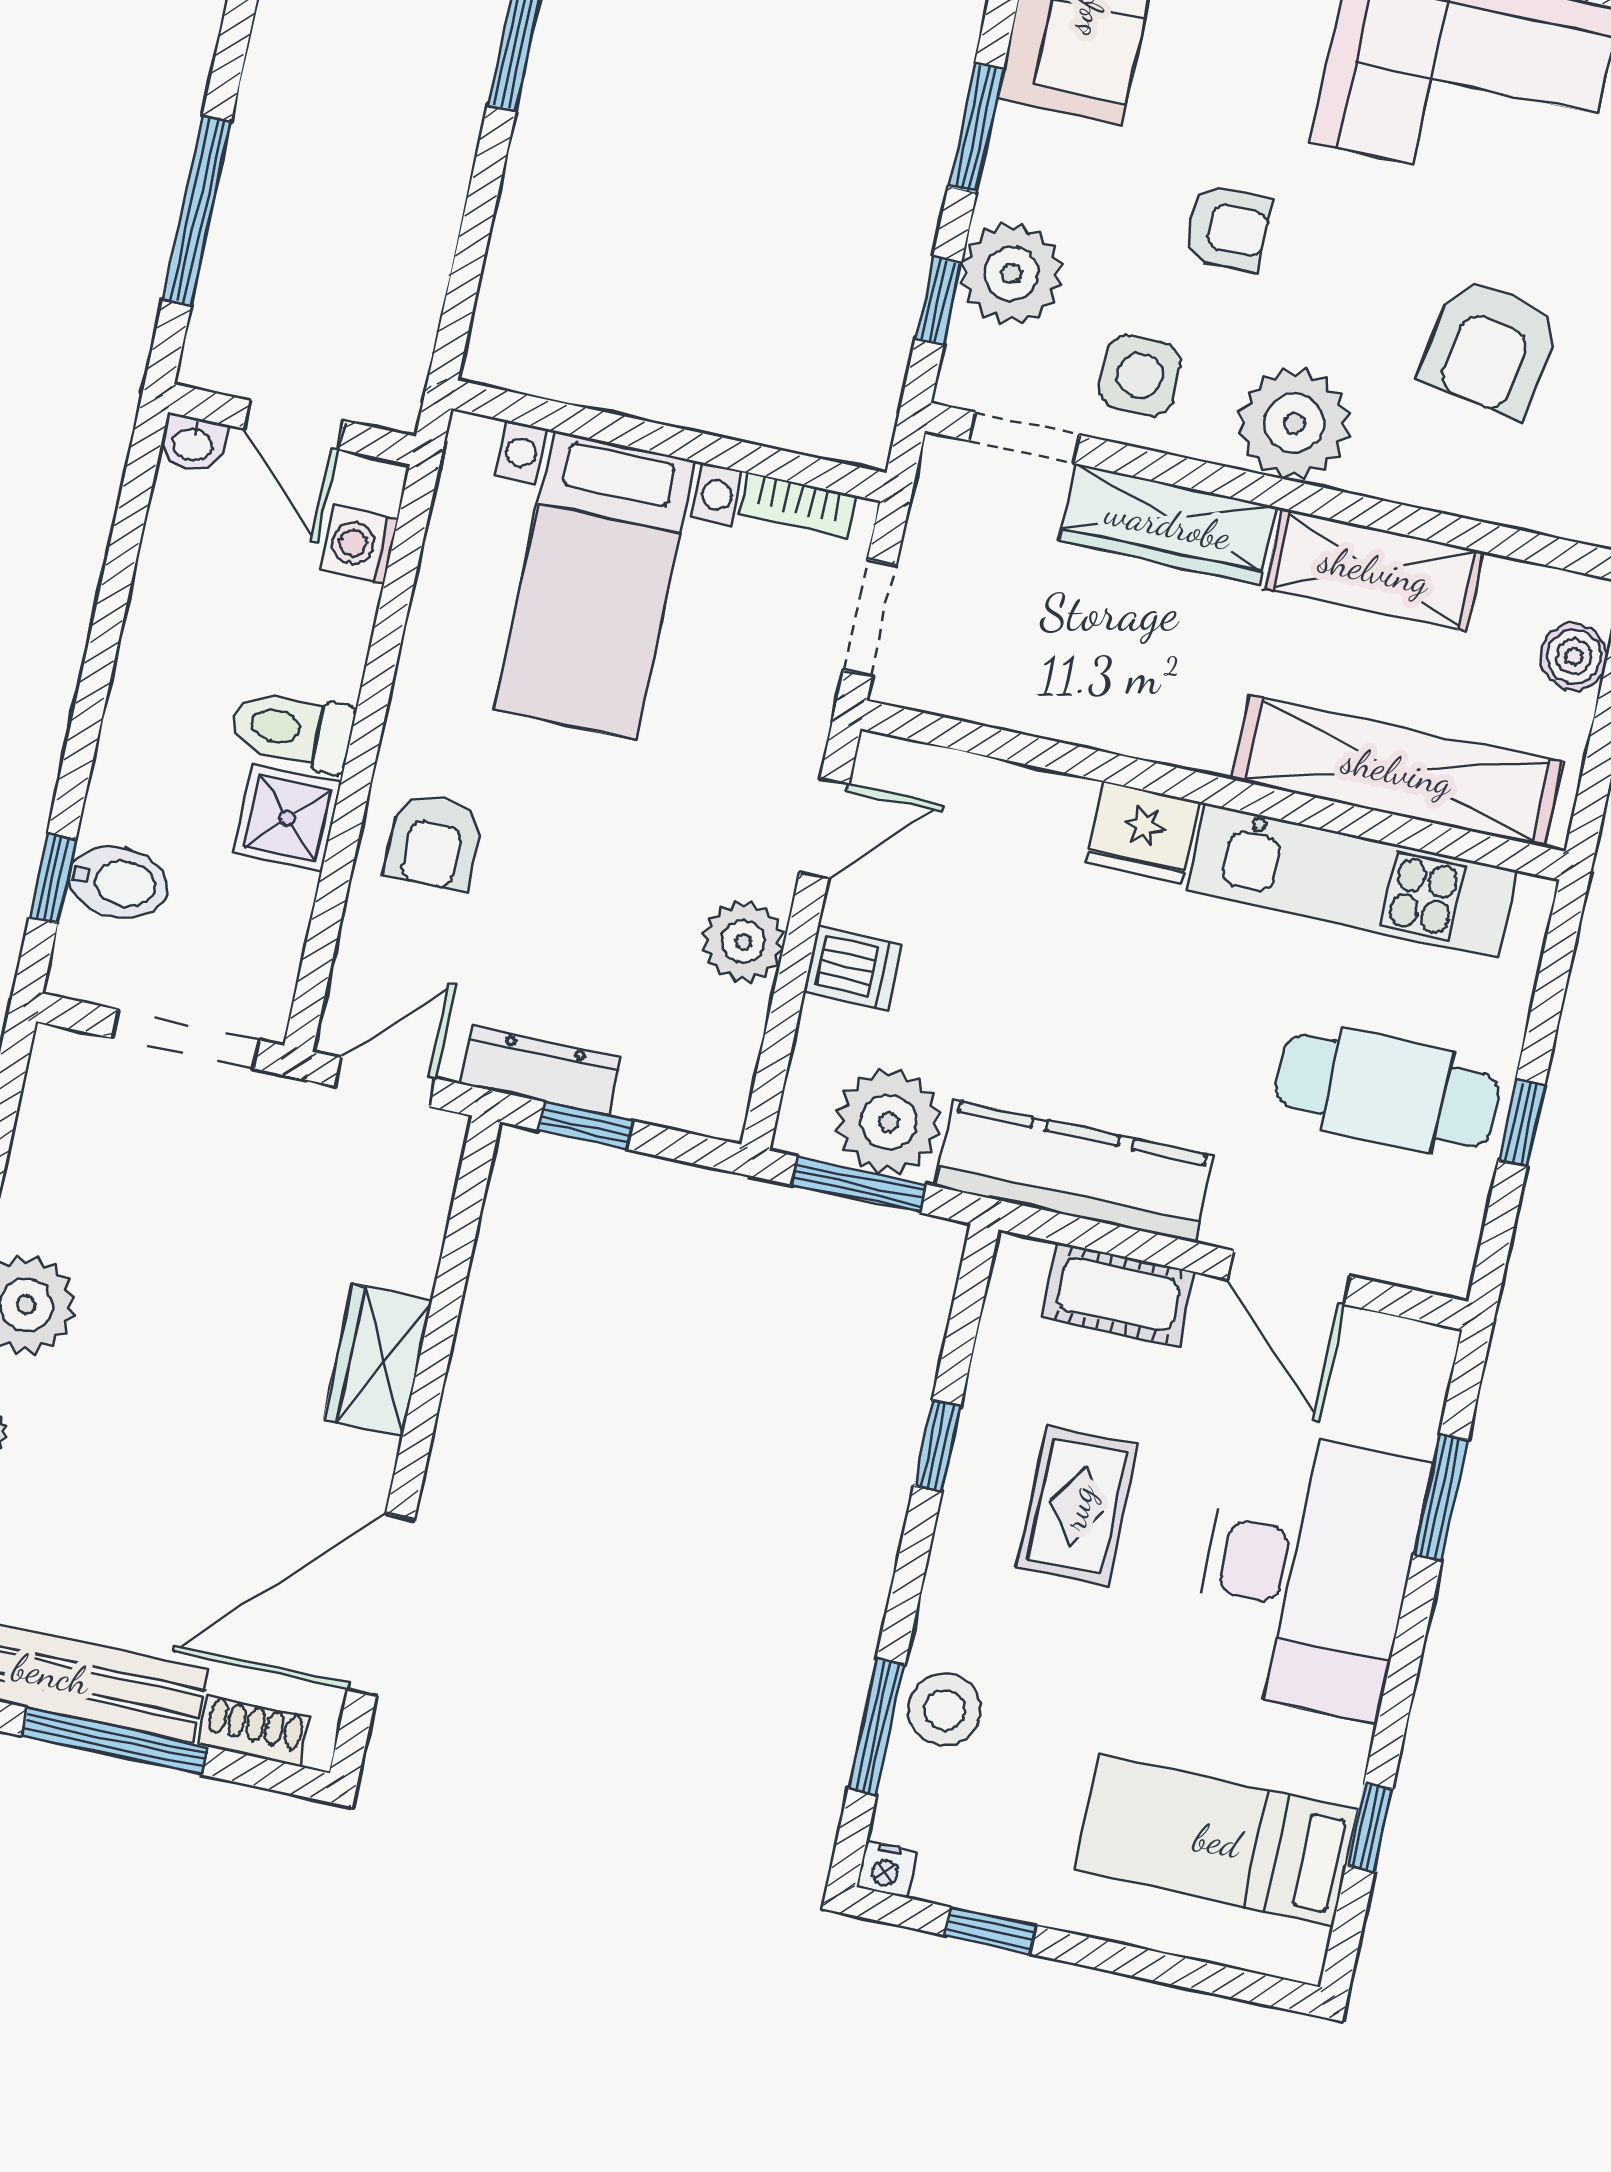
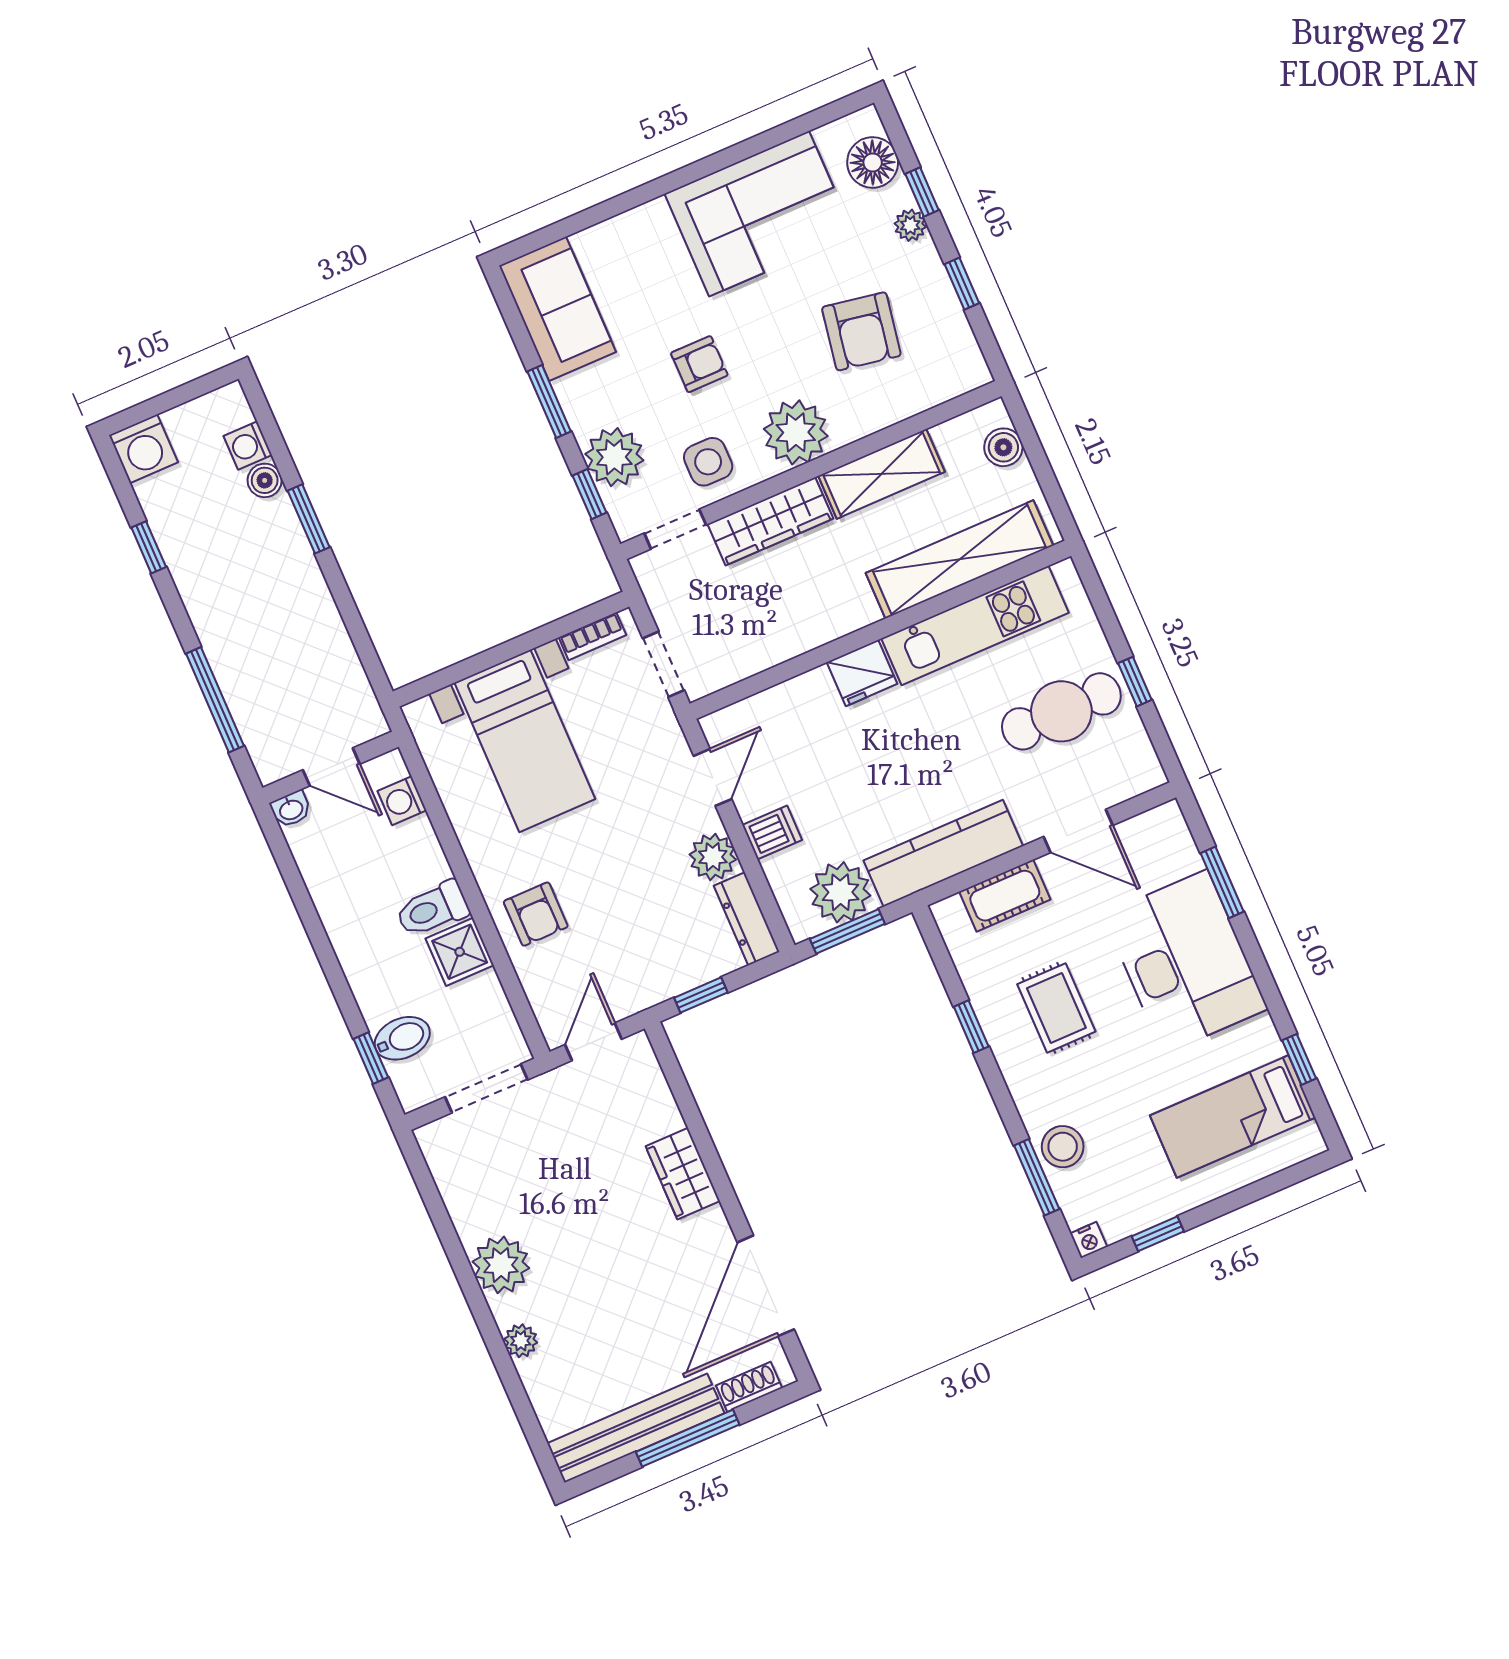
dresser: (541, 1071) -> (747, 919), moved, turned -90

